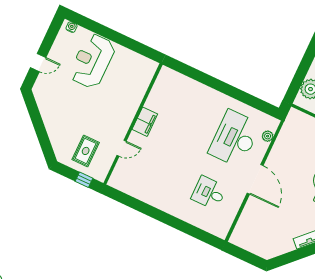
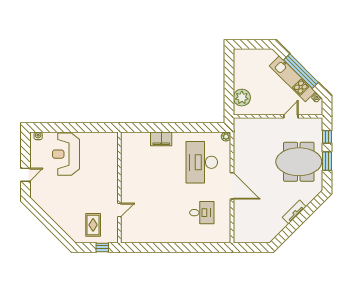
filing cabinet: (145, 122) -> (161, 139), moved, turned 90
plant: (268, 136) -> (226, 137), moved
desk: (209, 193) -> (202, 213), turned 180

